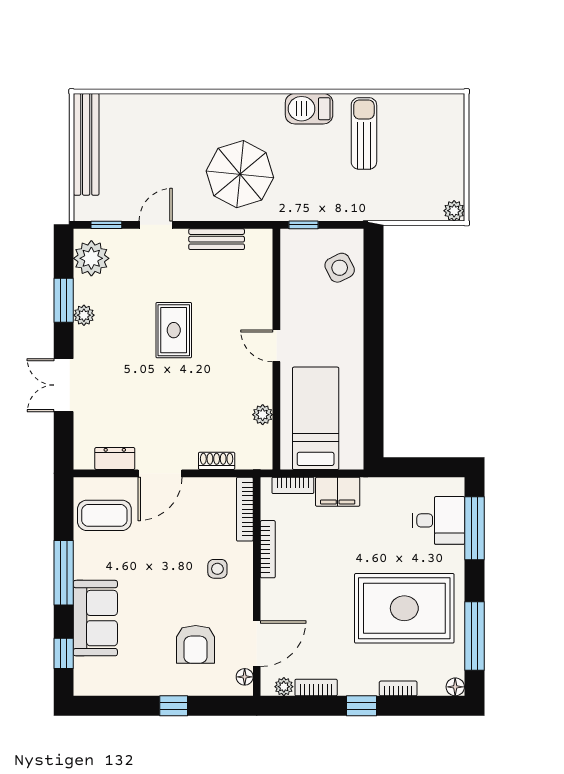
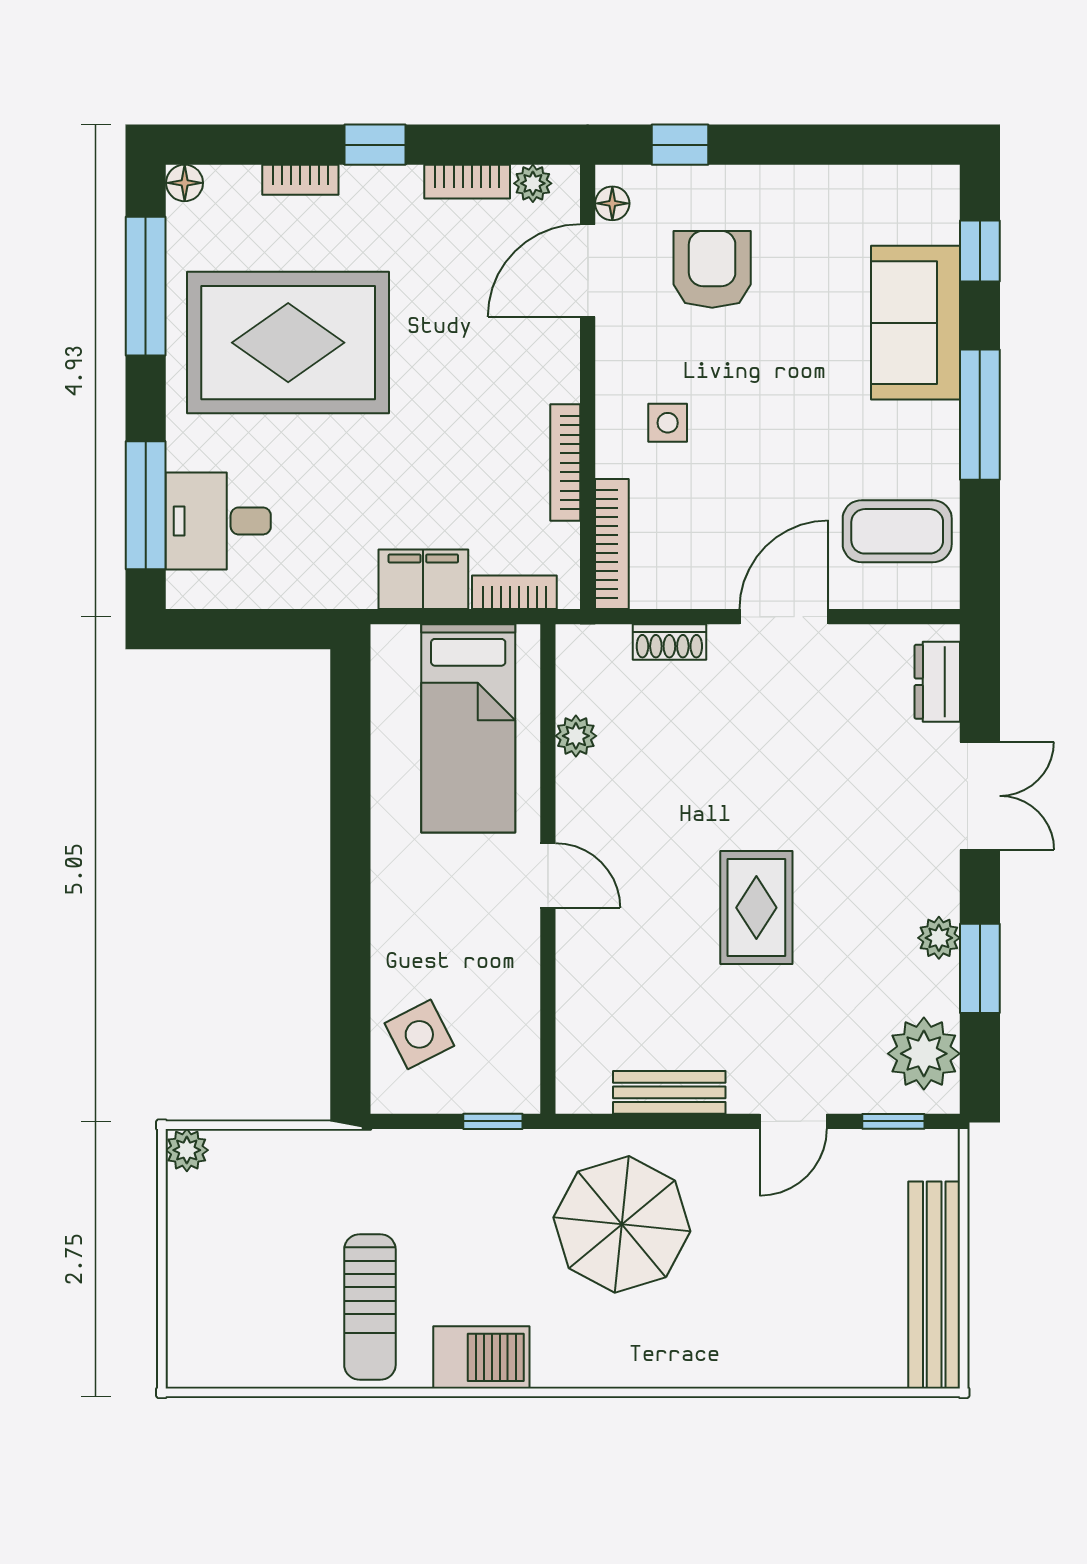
dresser: (115, 458) -> (937, 682), moved, turned 90
window: (174, 706) -> (680, 145), moved

